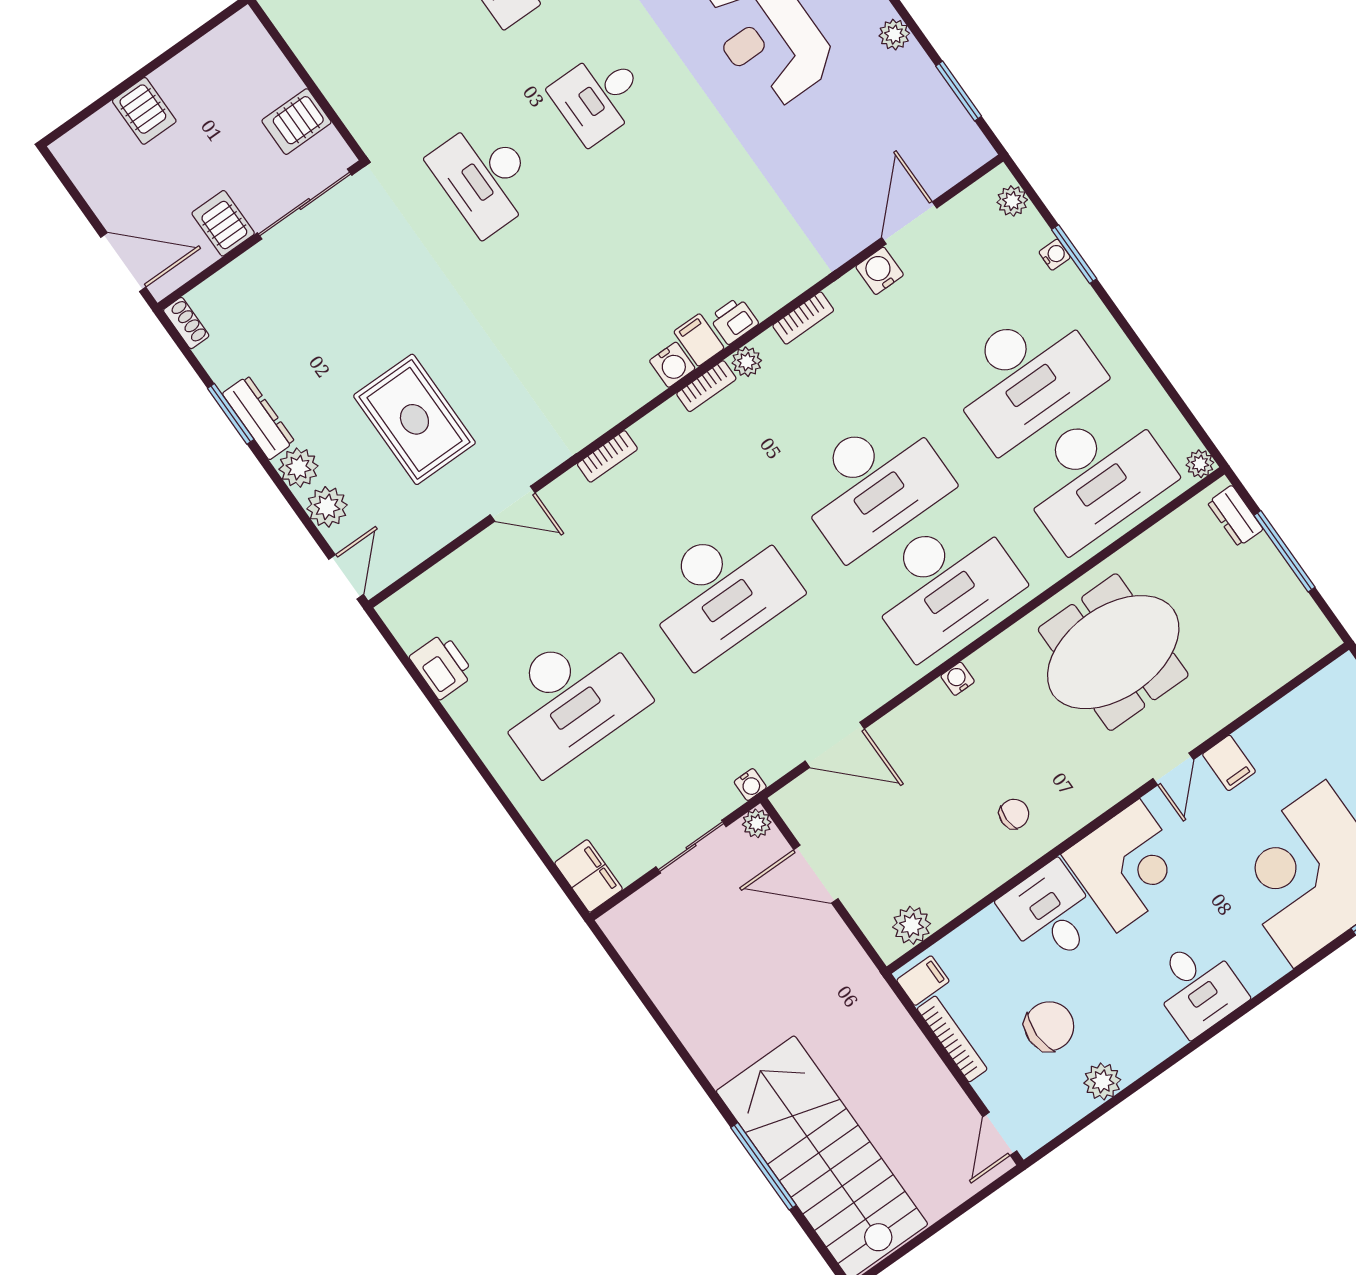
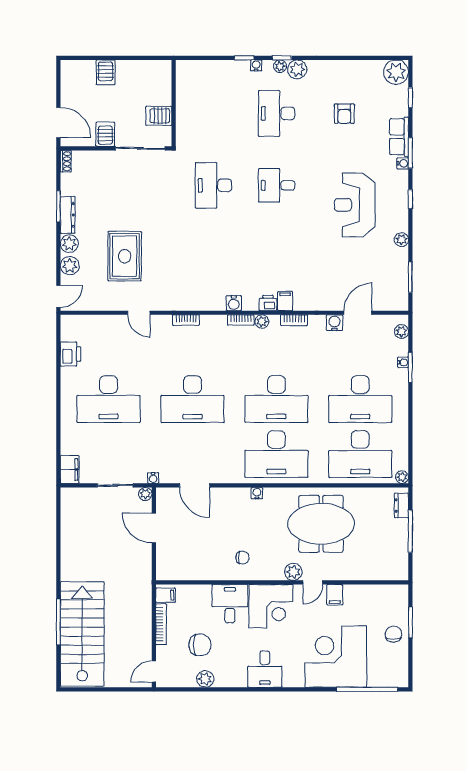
filing cabinet: (699, 340) -> (285, 301), moved
plant: (912, 925) -> (293, 572), moved

